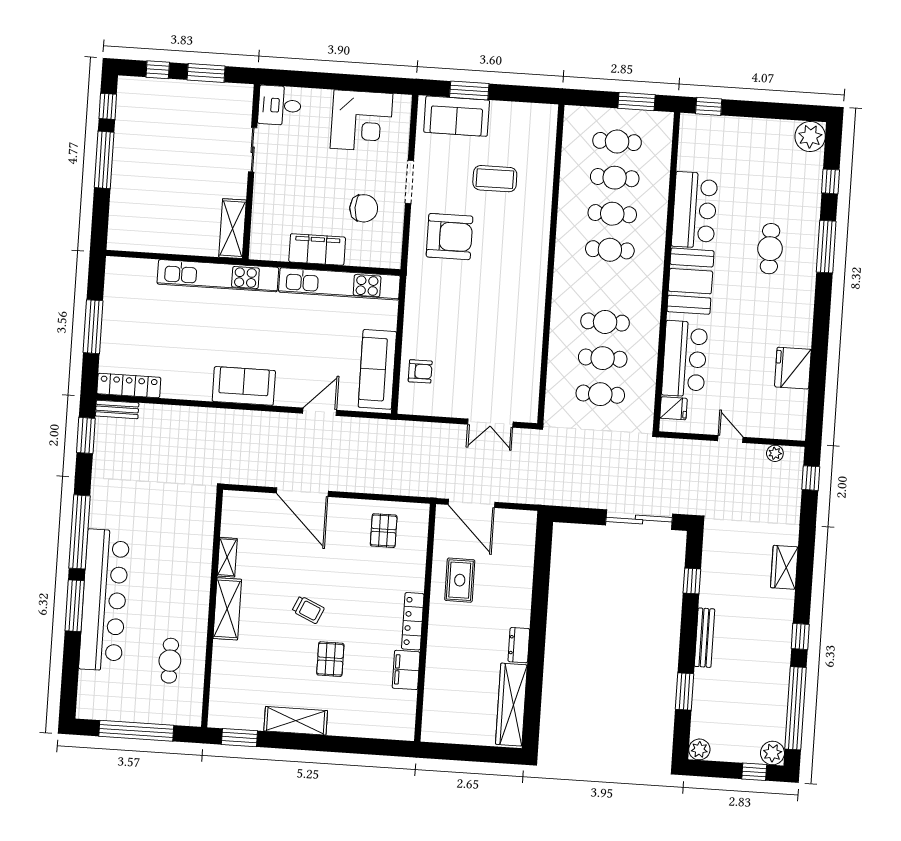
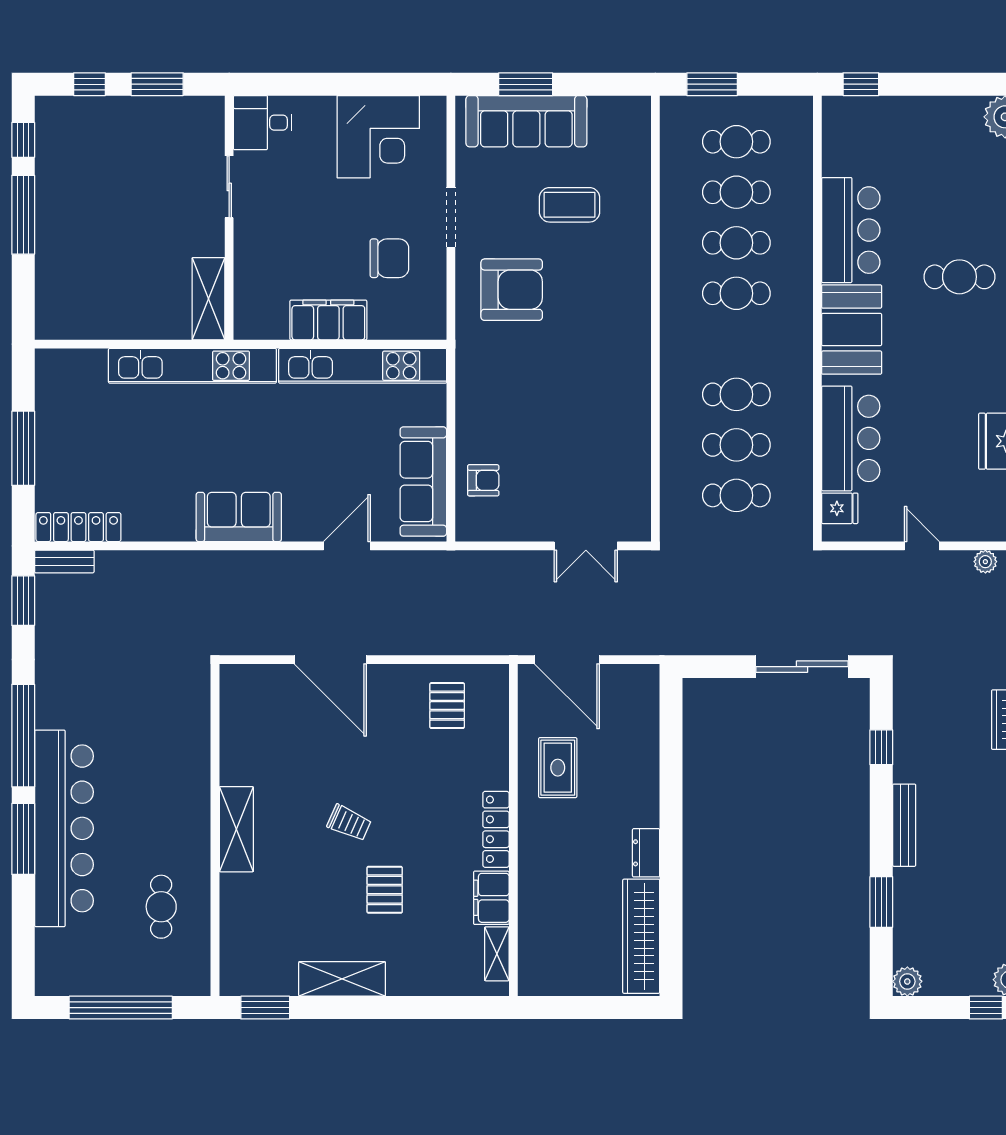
window: (637, 102) -> (712, 84), moved
sofa: (457, 116) -> (526, 121), width x1.36
cafe table: (770, 249) -> (959, 277), turned 90
shelving: (227, 557) -> (497, 954), moved

